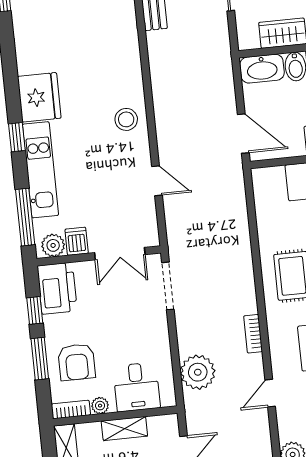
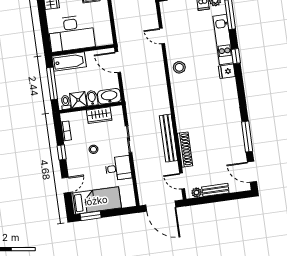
fridge: (39, 97) -> (227, 71), width x0.53, depth x0.75

